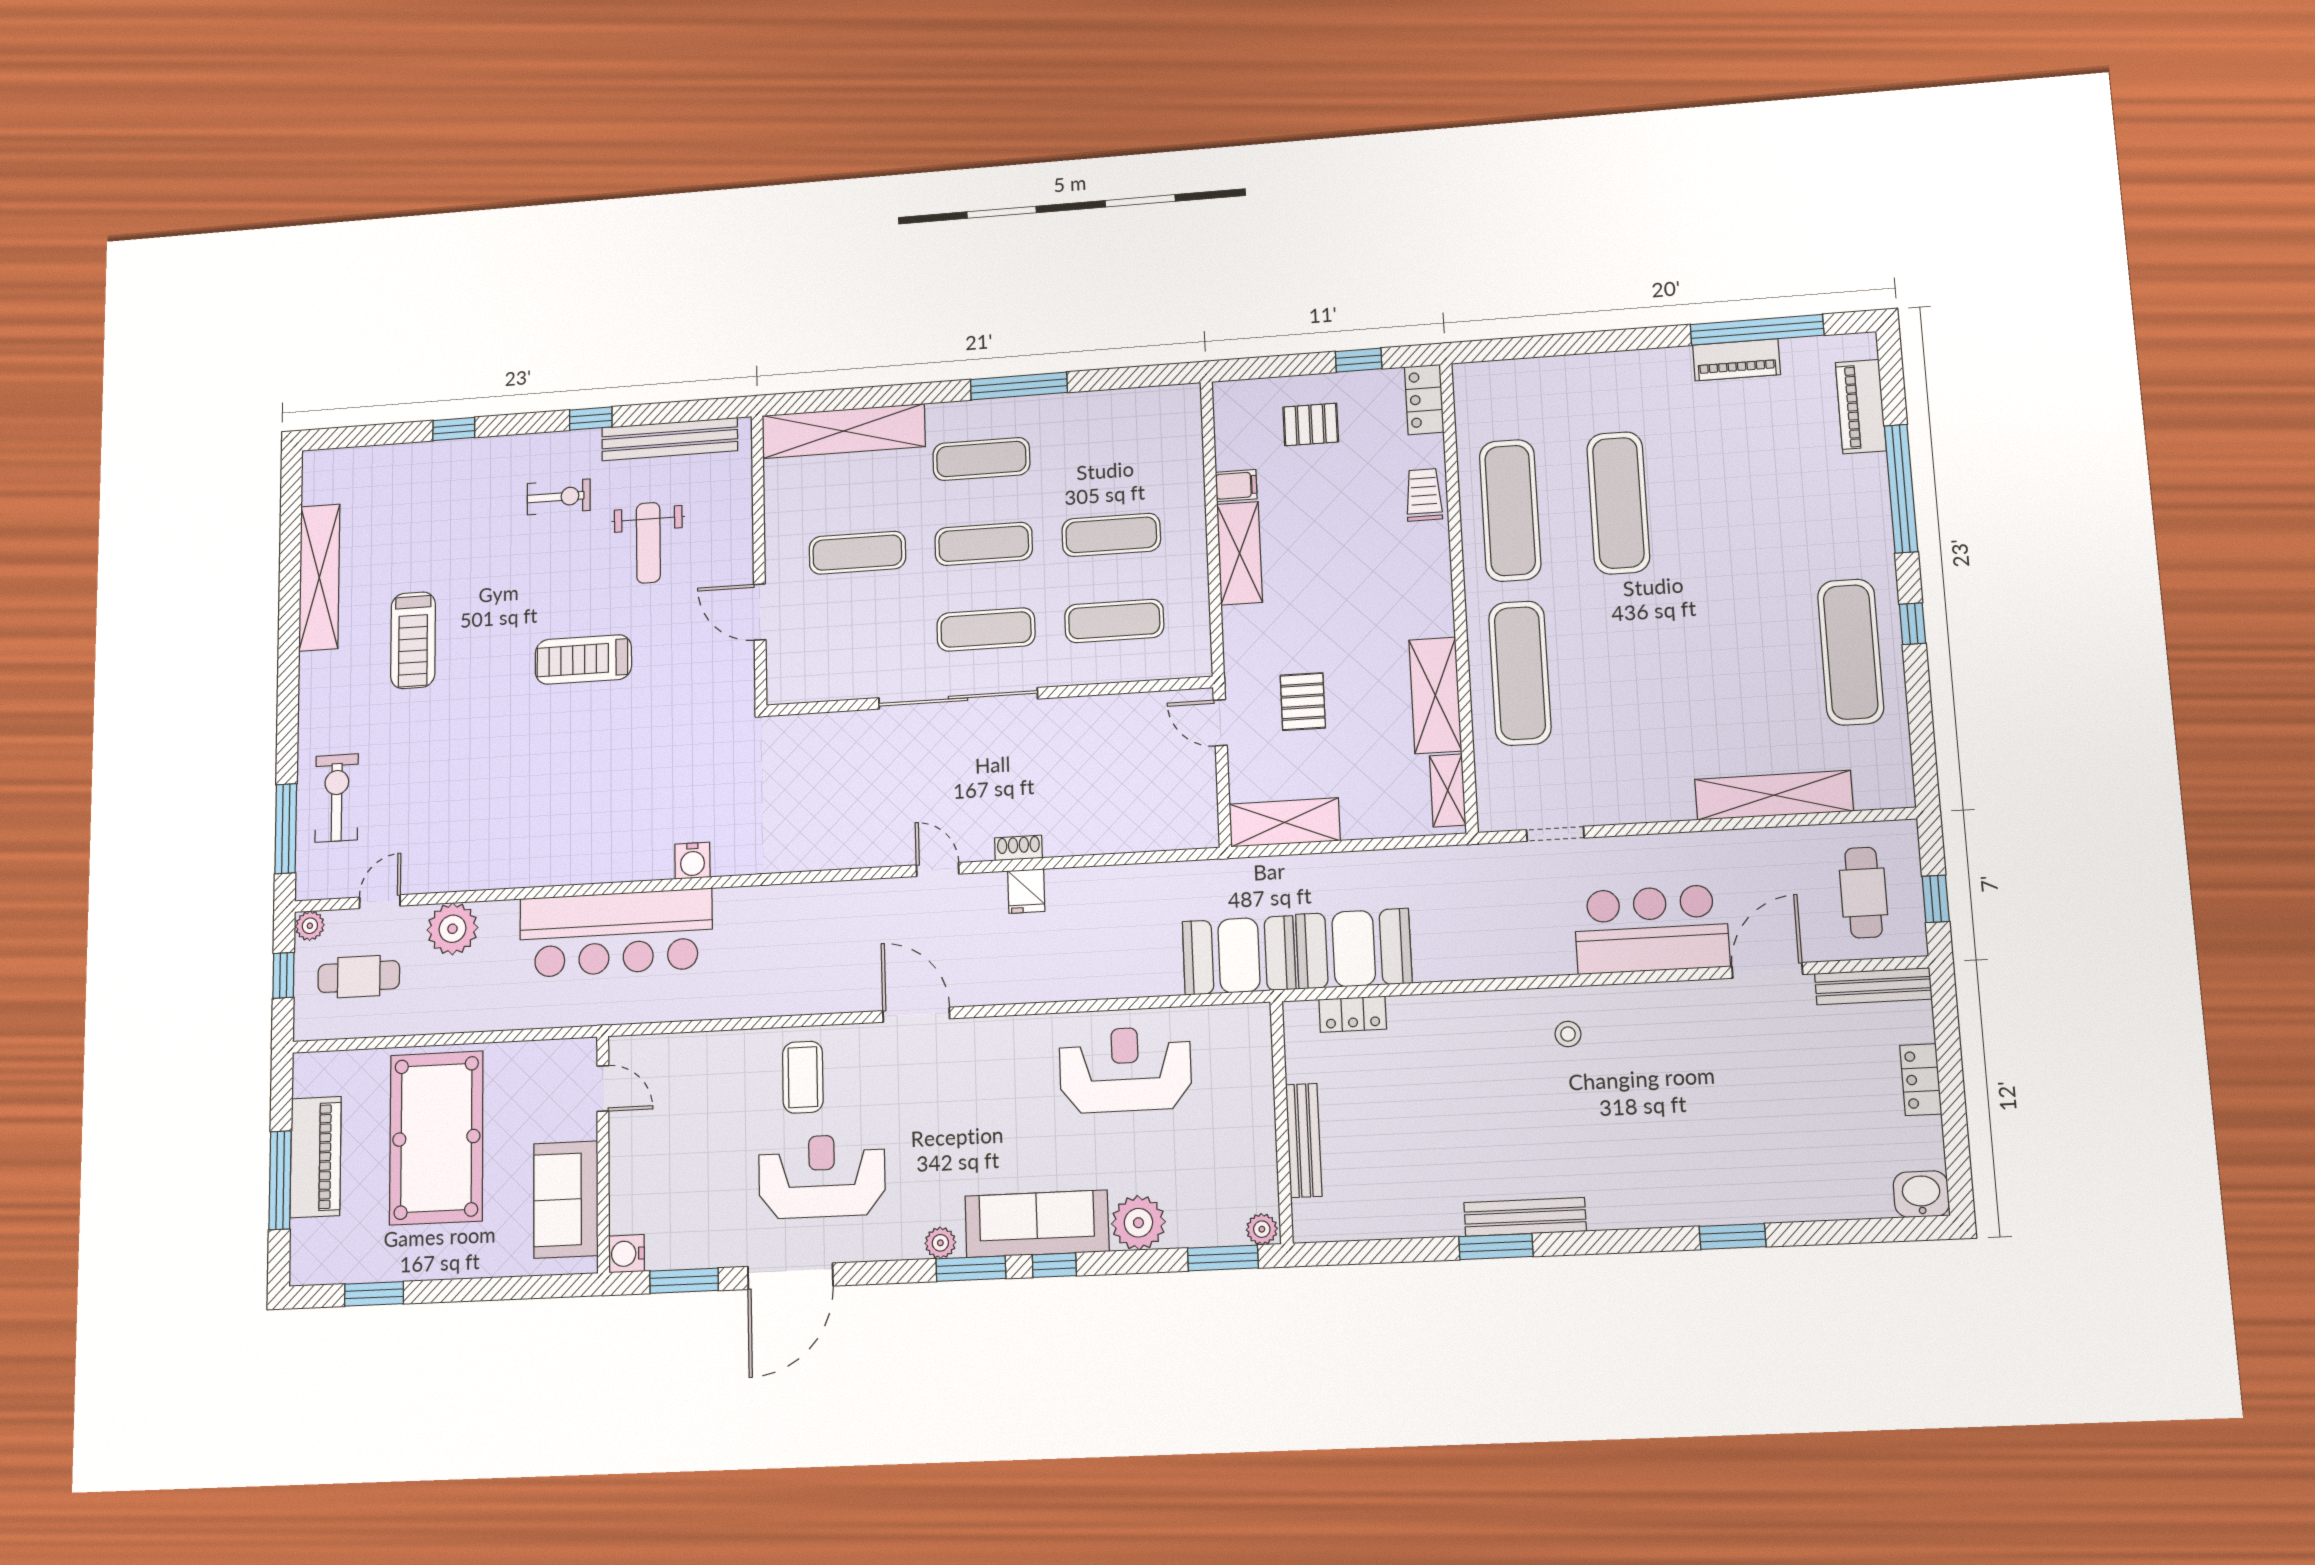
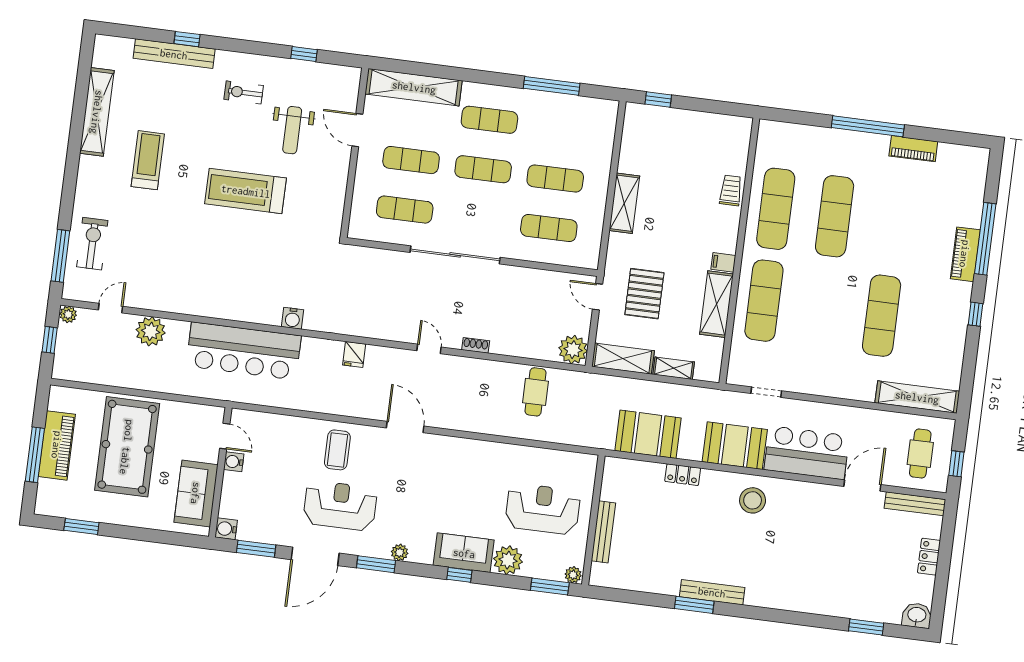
window: (1757, 330) -> (868, 126), moved
window: (1359, 360) -> (658, 99), moved
window: (1019, 386) -> (552, 86), moved
locker: (1424, 399) -> (741, 136), removed
piano: (1861, 407) -> (965, 254), moved
window: (591, 419) -> (304, 54), moved
pallet: (1311, 424) -> (676, 138), removed
bench: (670, 439) -> (174, 54), moved
filing cabinet: (1236, 486) -> (723, 262), moved, turned 180
exercise bike: (559, 497) -> (244, 92), turned 180
door: (760, 612) -> (357, 130), moved
exercise mat: (986, 630) -> (405, 210), moved
treadmill: (413, 640) -> (148, 160), turned 180
exercise mat: (1851, 652) -> (882, 316), moved
treadmill: (583, 659) -> (246, 191), width x1.37, depth x1.38
pallet: (1303, 702) -> (644, 294), width x1.50, depth x1.42
shelving: (1448, 790) -> (674, 368), moved, turned 90
shelving: (1774, 795) -> (917, 397), moved
plant: (1192, 823) -> (573, 350), added
fridge: (1026, 891) -> (354, 354), moved
booth: (1239, 955) -> (735, 446), moved
cafe table: (359, 977) -> (535, 392), moved, turned 90
locker: (1353, 1014) -> (683, 475), moved
stool: (1568, 1034) -> (753, 500), width x1.89, depth x1.89
reception desk: (1125, 1069) -> (543, 509), moved
water cooler: (624, 1131) -> (234, 462), added
sofa: (1037, 1224) -> (464, 553), width x0.73
window: (1733, 1237) -> (866, 627), moved
window: (971, 1269) -> (376, 564), moved

